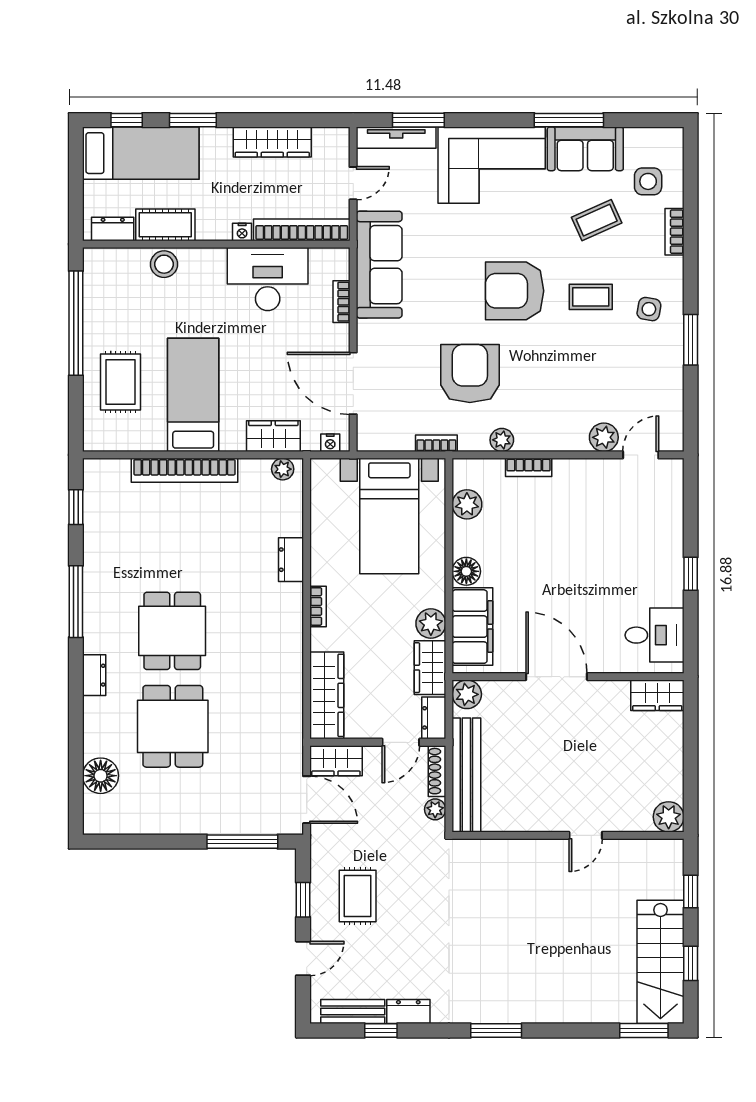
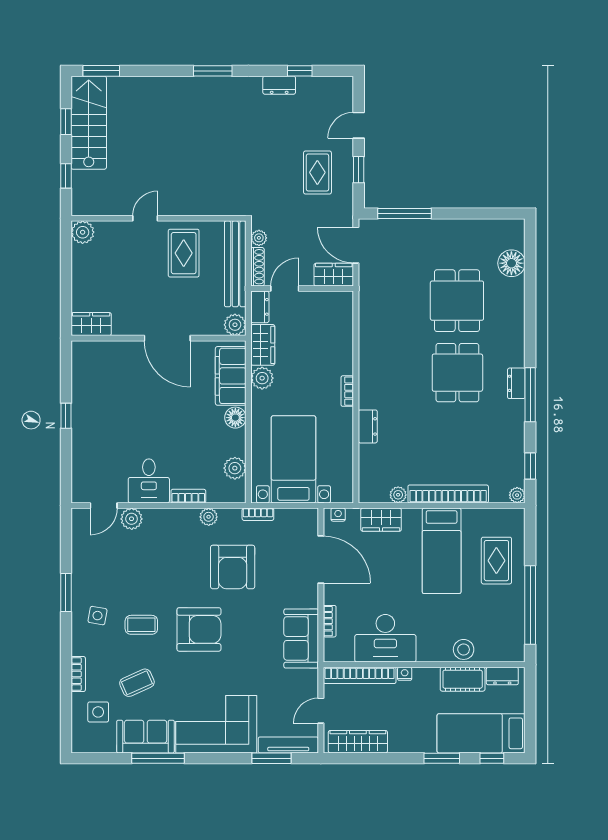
wardrobe: (272, 142) -> (358, 742), moved
sofa: (379, 265) -> (301, 638), width x0.73
plant: (93, 469) -> (517, 495), added
plant: (283, 469) -> (398, 495), moved
desk: (655, 635) -> (149, 481), moved, turned -90
dresser: (94, 675) -> (516, 383), moved
wardrobe: (327, 695) -> (341, 324), removed
rug: (535, 789) -> (184, 253), added
bench: (353, 1012) -> (321, 85), removed

